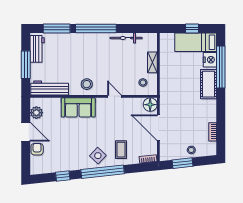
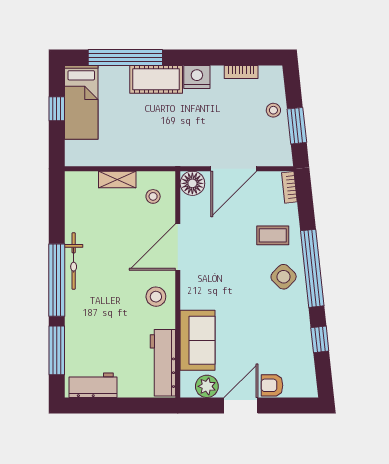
bicycle: (126, 38) -> (74, 261), moved
nightstand: (210, 60) -> (197, 77), moved
window: (26, 65) -> (122, 405), removed
door: (115, 96) -> (178, 247), width x1.87
sofa: (78, 107) -> (198, 340), moved

